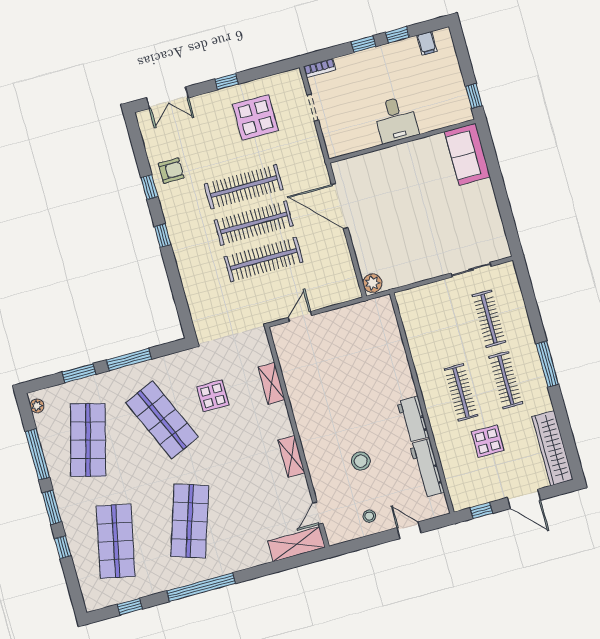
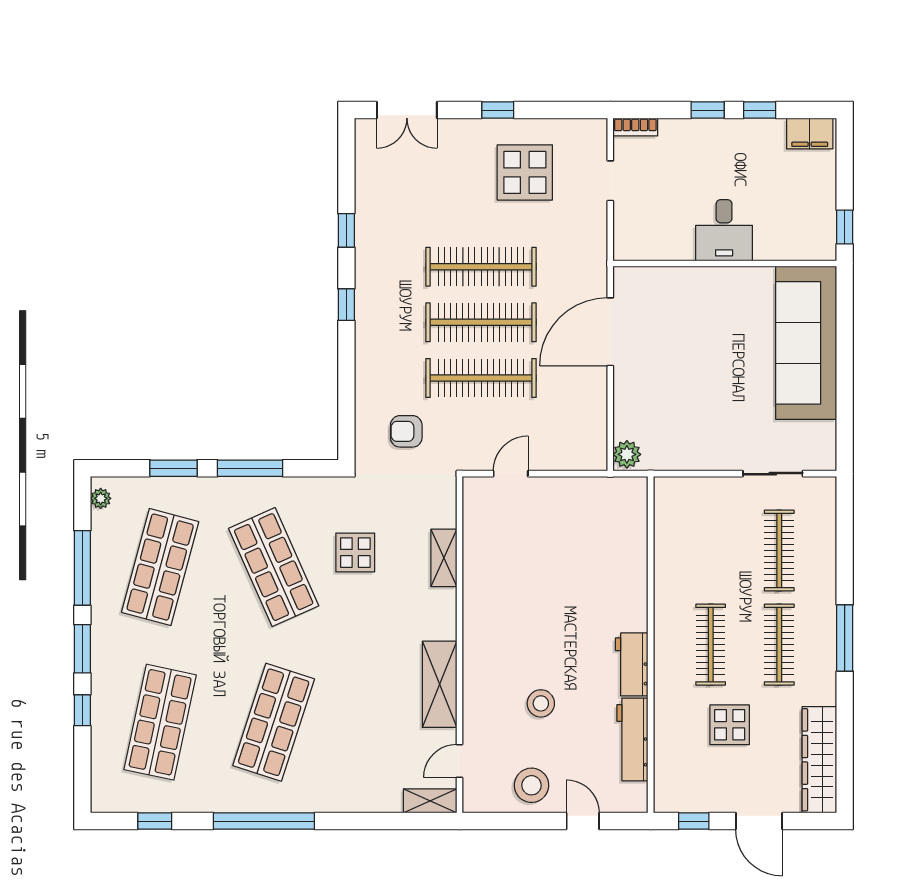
filing cabinet: (427, 43) -> (810, 134), width x2.00
sofa: (467, 154) -> (806, 343), width x1.85, depth x1.27
armchair: (171, 171) -> (406, 431), moved, turned 180
door: (340, 206) -> (610, 332), hinge flipped
shelving: (291, 456) -> (440, 684), width x1.50, depth x1.33
stool: (369, 516) -> (531, 785), width x1.89, depth x1.89
shelving: (296, 544) -> (430, 801), width x0.67, depth x0.75

